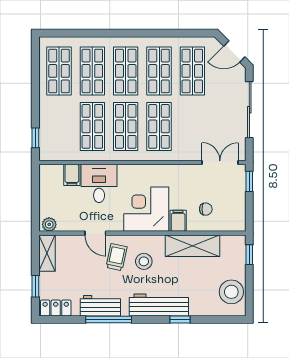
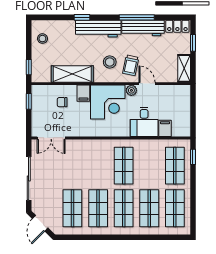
door: (234, 52) -> (40, 223), swing flipped
shop shelf: (92, 126) -> (175, 166), moved
shop shelf: (159, 126) -> (98, 166), removed
window: (249, 181) -> (29, 101), moved
plant: (49, 224) -> (131, 90), moved
stool: (231, 292) -> (42, 39), width x0.53, depth x0.53
workbench: (100, 306) -> (143, 28), width x1.38

